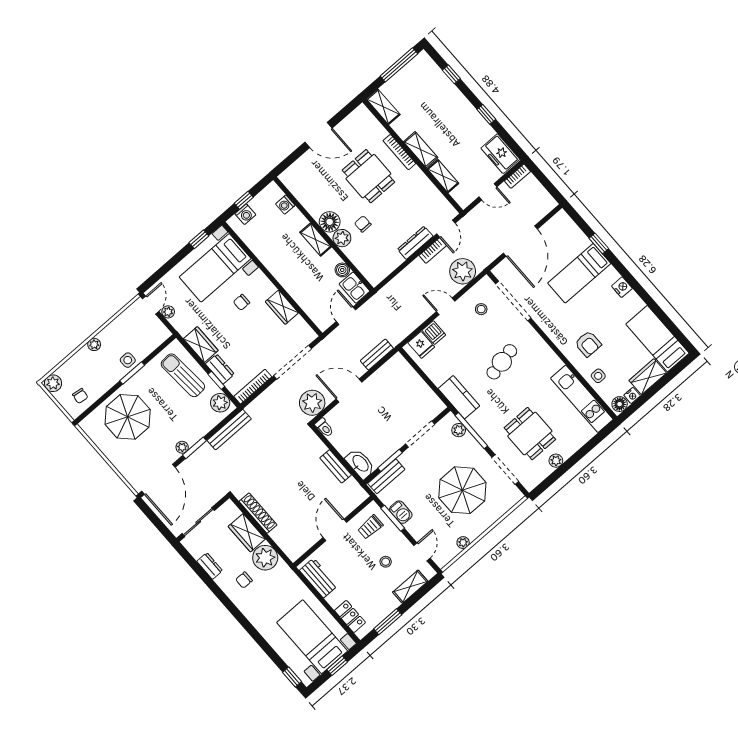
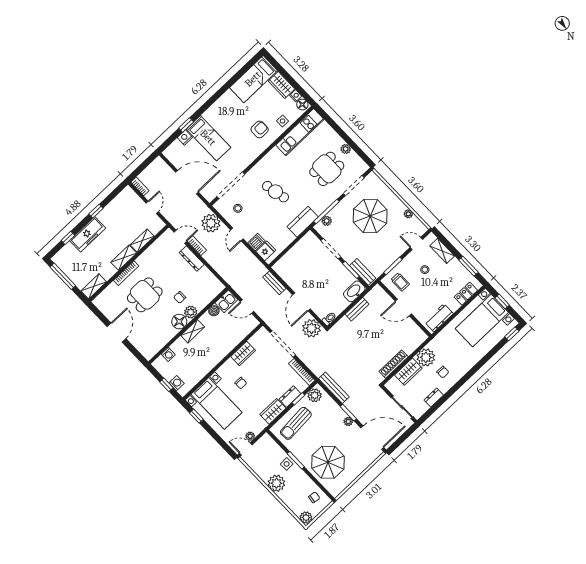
freezer: (500, 154) -> (88, 234), moved, width x1.40
nightstand: (622, 287) -> (185, 138), moved
plant: (94, 344) -> (276, 483), width x1.88, depth x1.88
barbecue: (401, 512) -> (388, 260), removed

